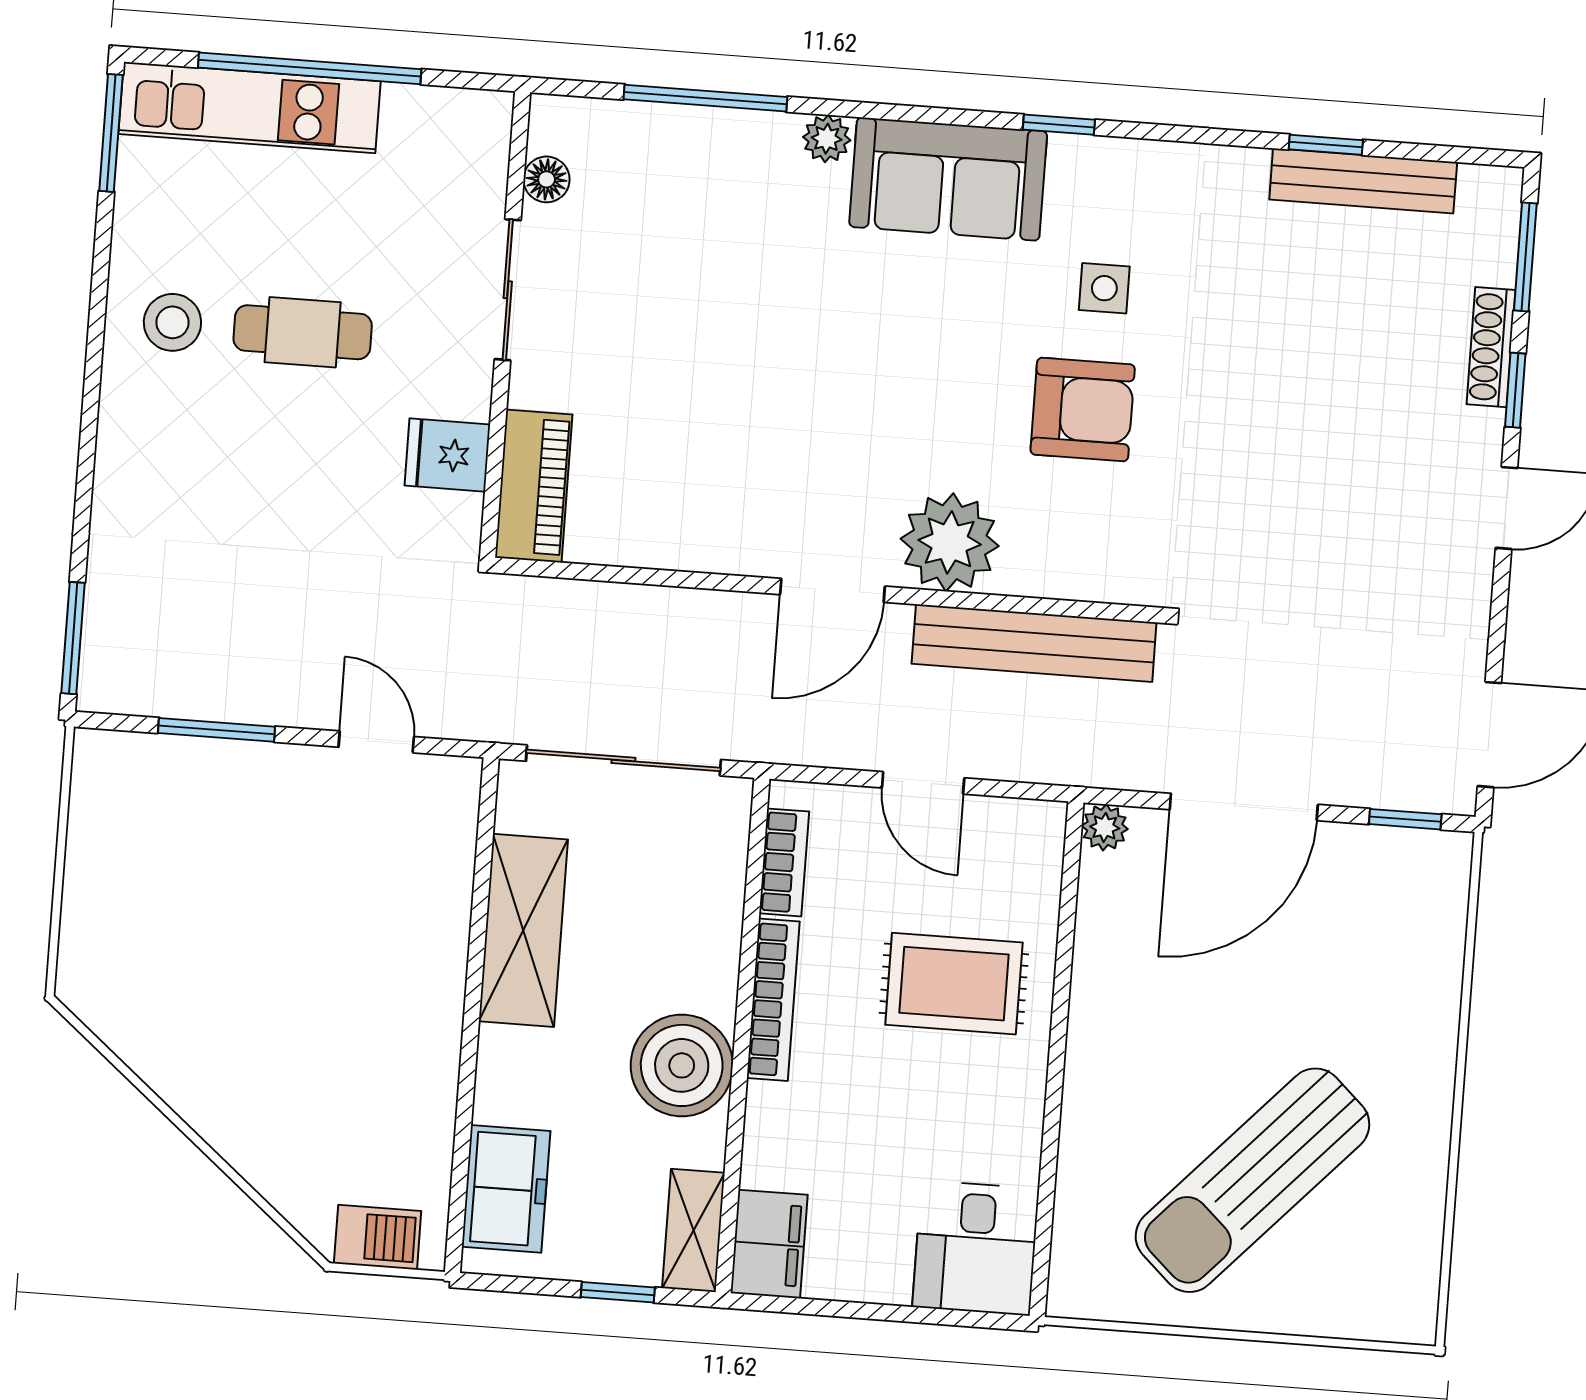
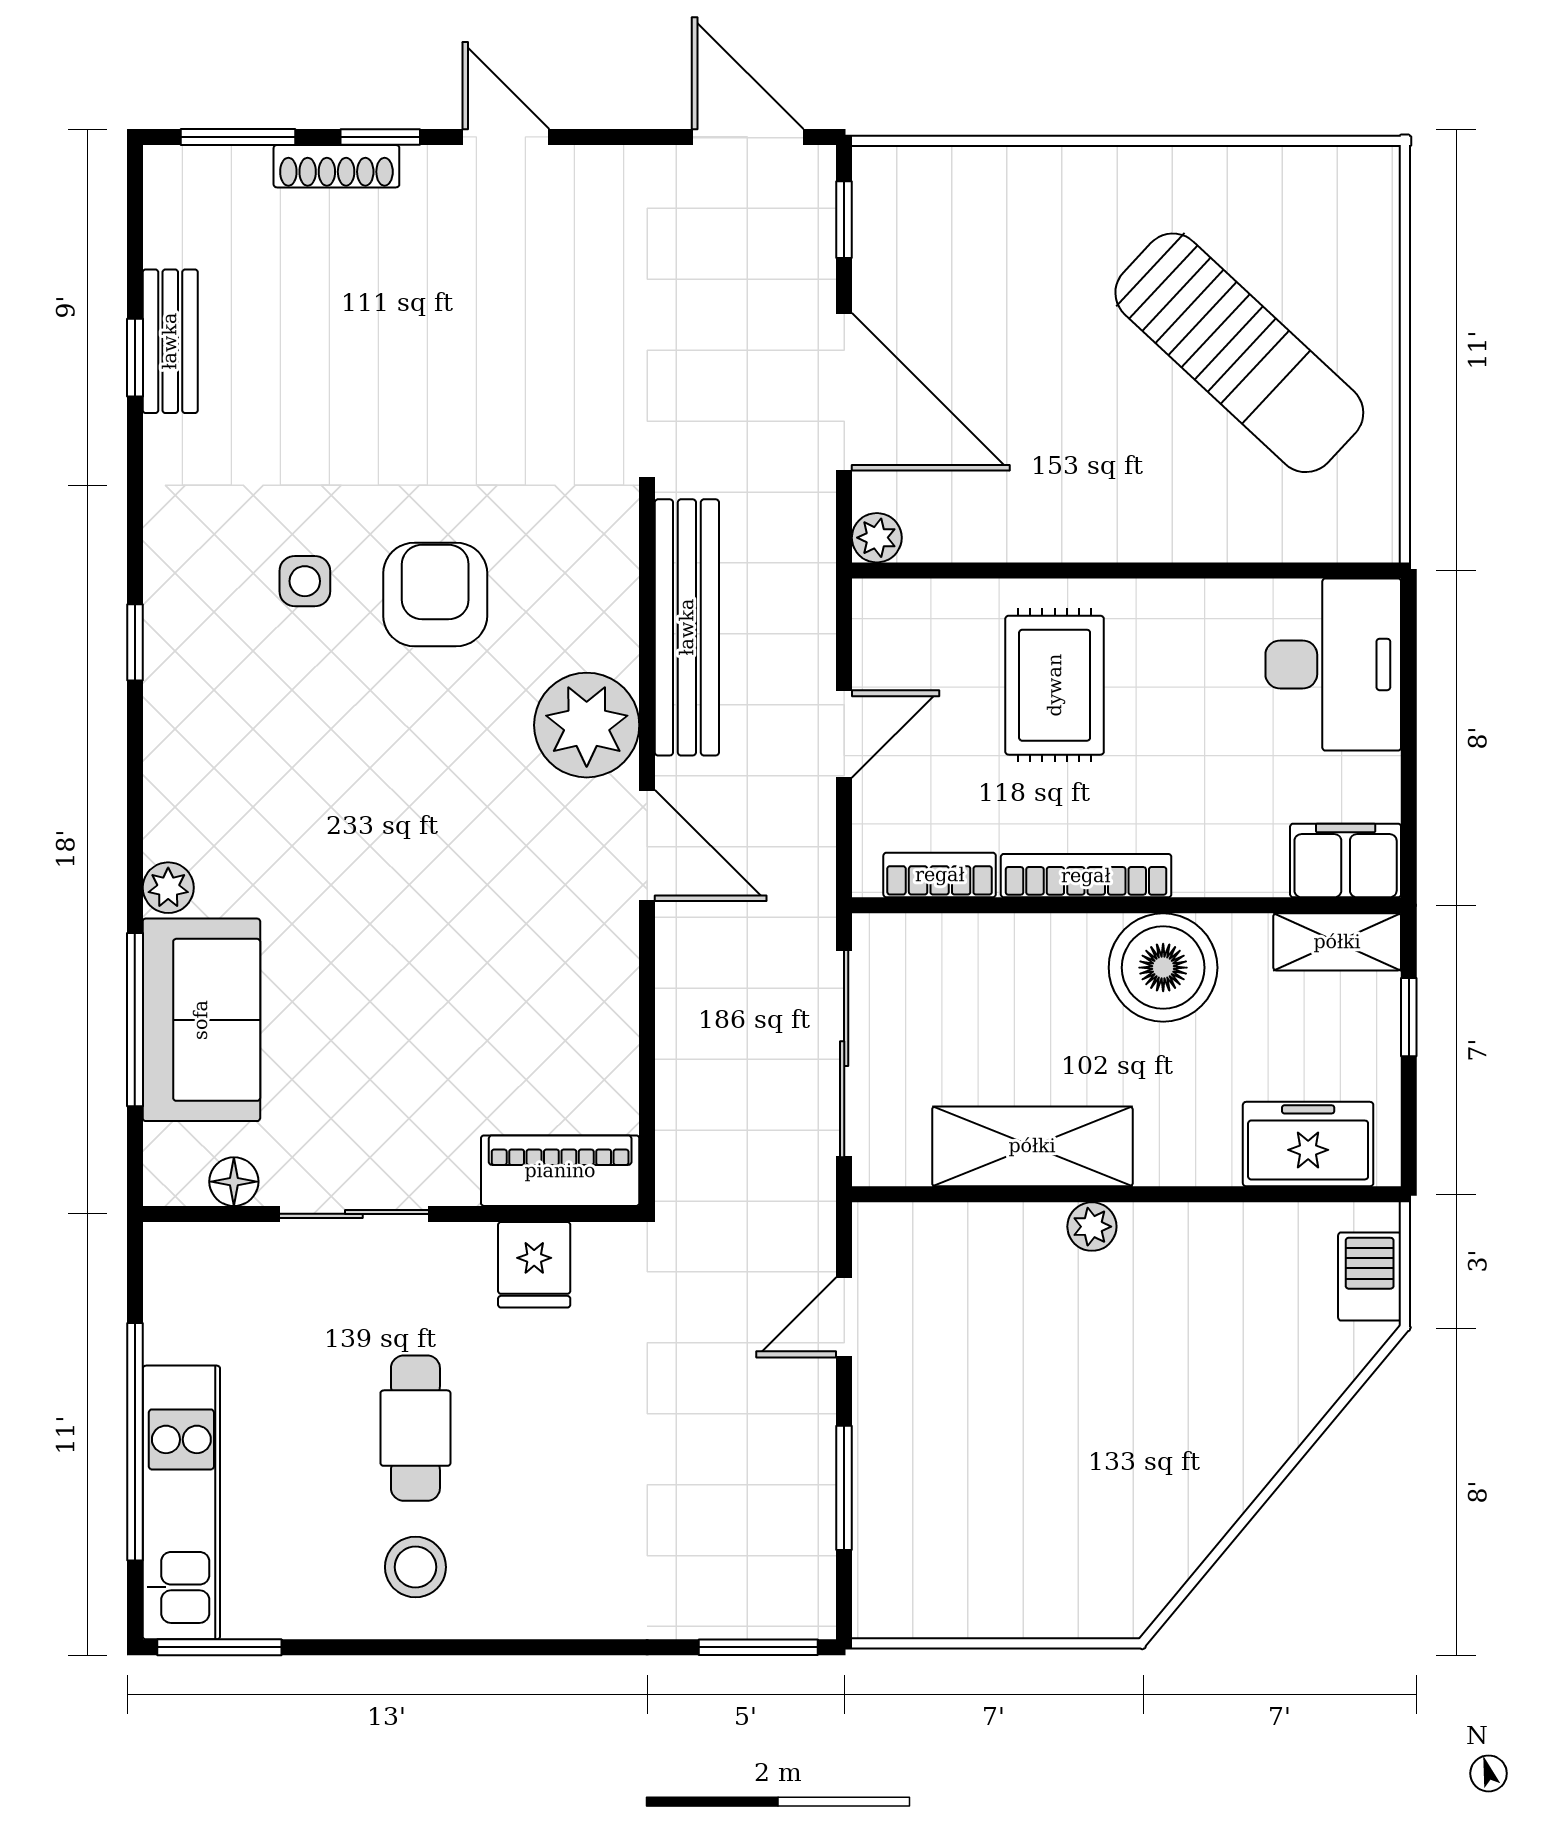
sofa: (948, 179) -> (201, 1020), moved
bench: (1363, 181) -> (170, 341), width x0.73
plant: (444, 980) -> (1092, 1227), added
desk: (976, 1248) -> (1333, 664), width x1.37

